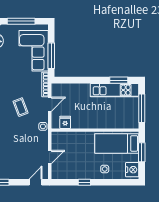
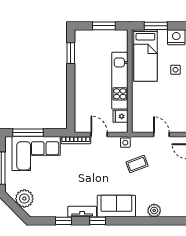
window: (51, 56) -> (28, 133), moved
kitchen unit: (115, 90) -> (120, 81), moved, turned 180
coffee table: (21, 107) -> (137, 164), moved
window: (142, 108) -> (104, 26), width x0.69

